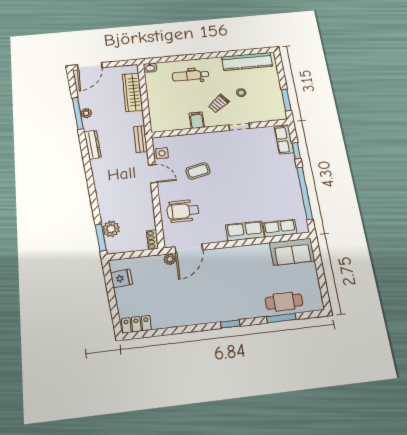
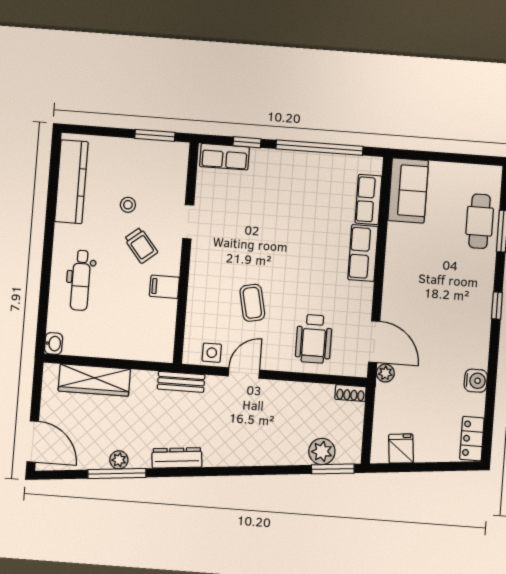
water cooler: (176, 319) -> (476, 381), added

